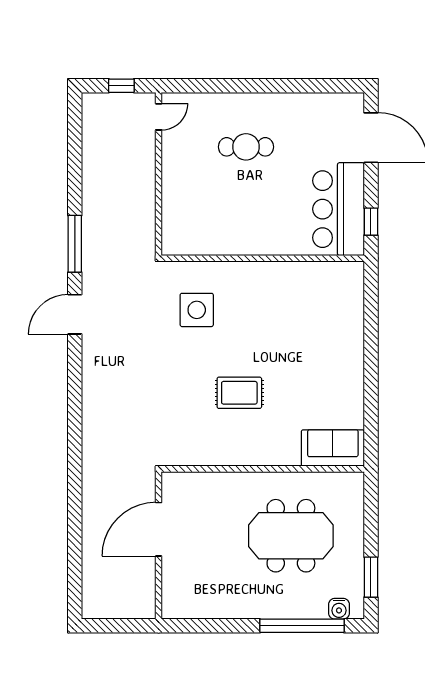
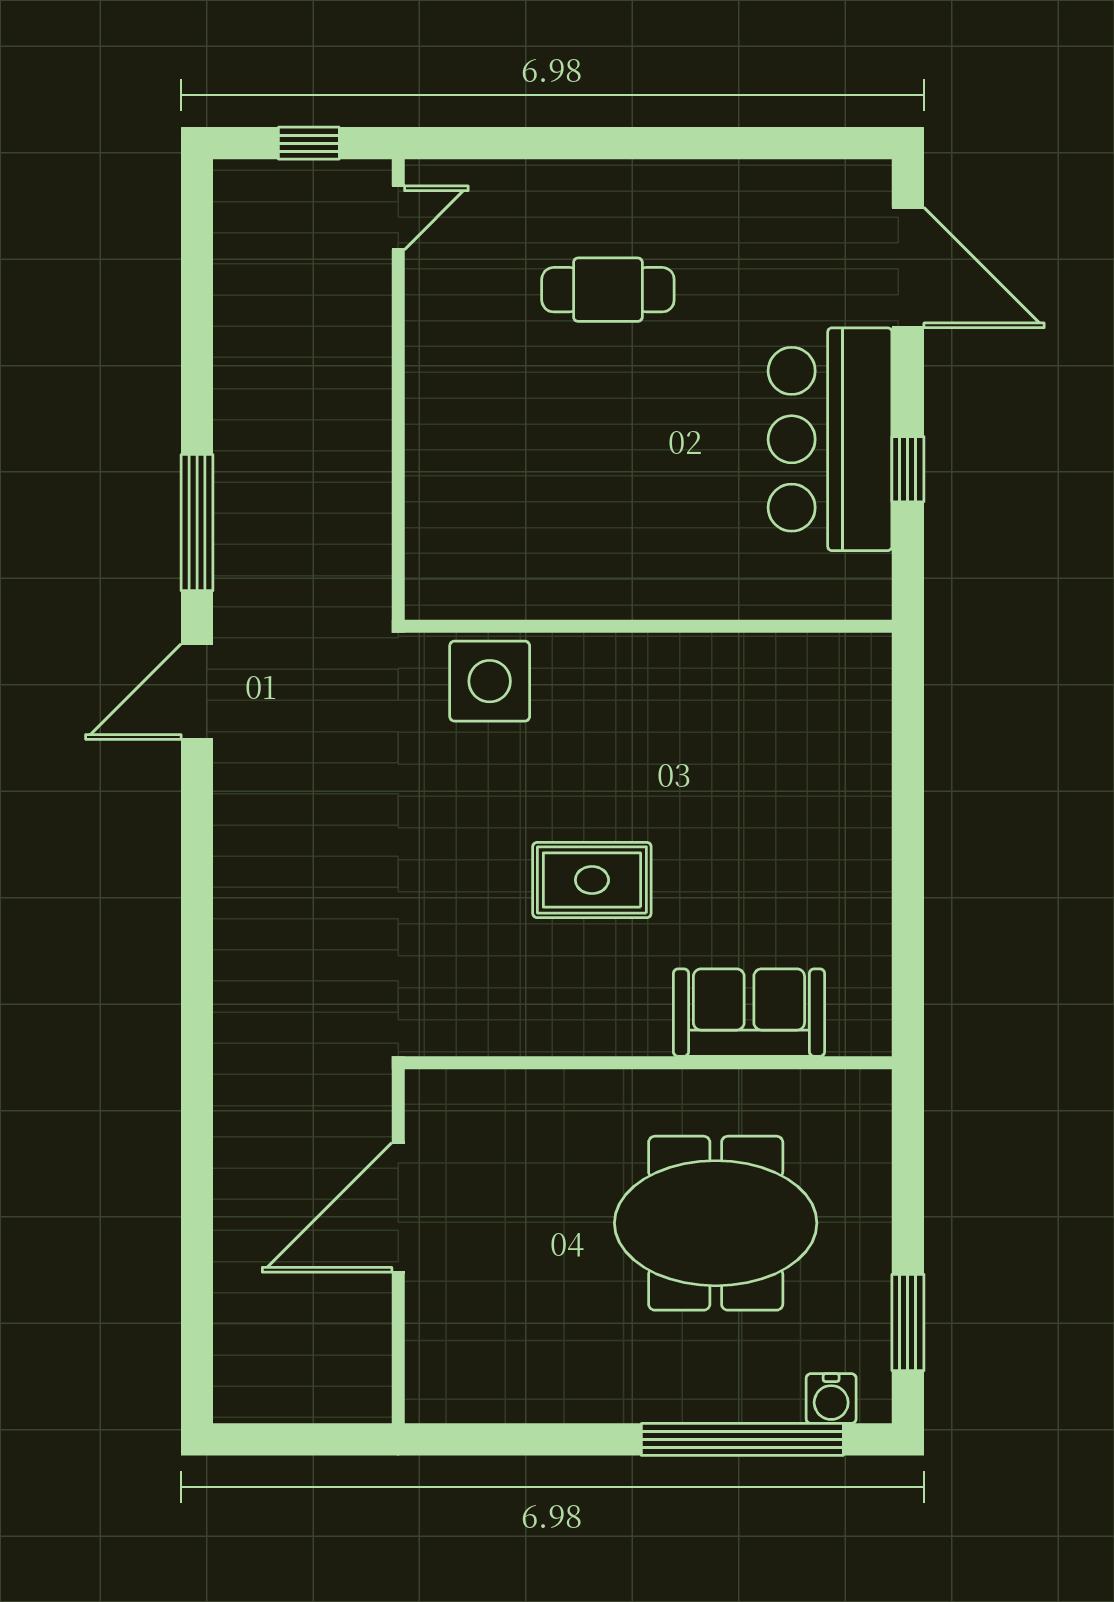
wall: (263, 258) -> (648, 626), moved
sofa: (333, 448) -> (749, 1013), moved

